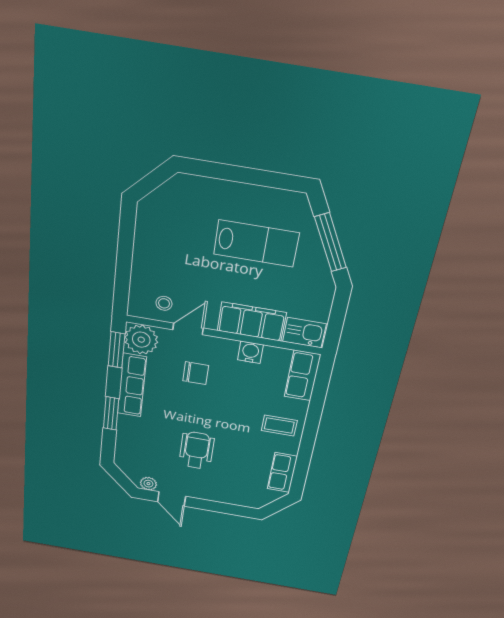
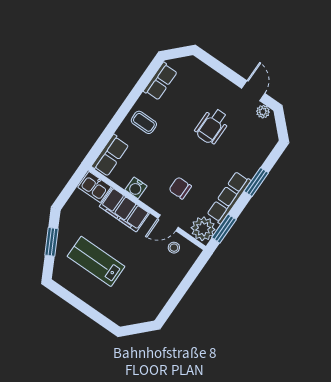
window: (330, 242) -> (51, 242), width x0.69

